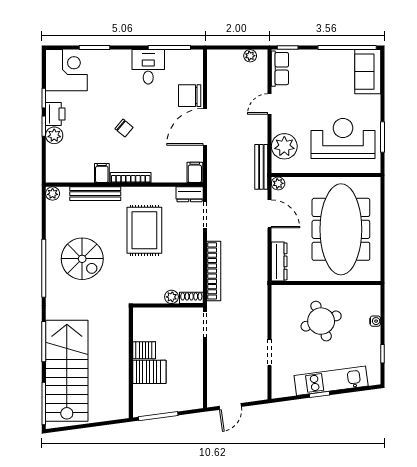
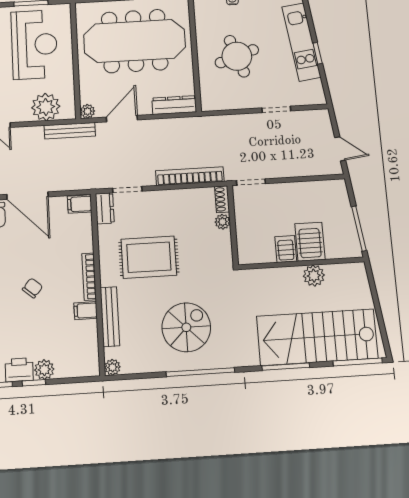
reception desk: (343, 138) -> (34, 45), turned 180
plant: (120, 373) -> (314, 276), added

